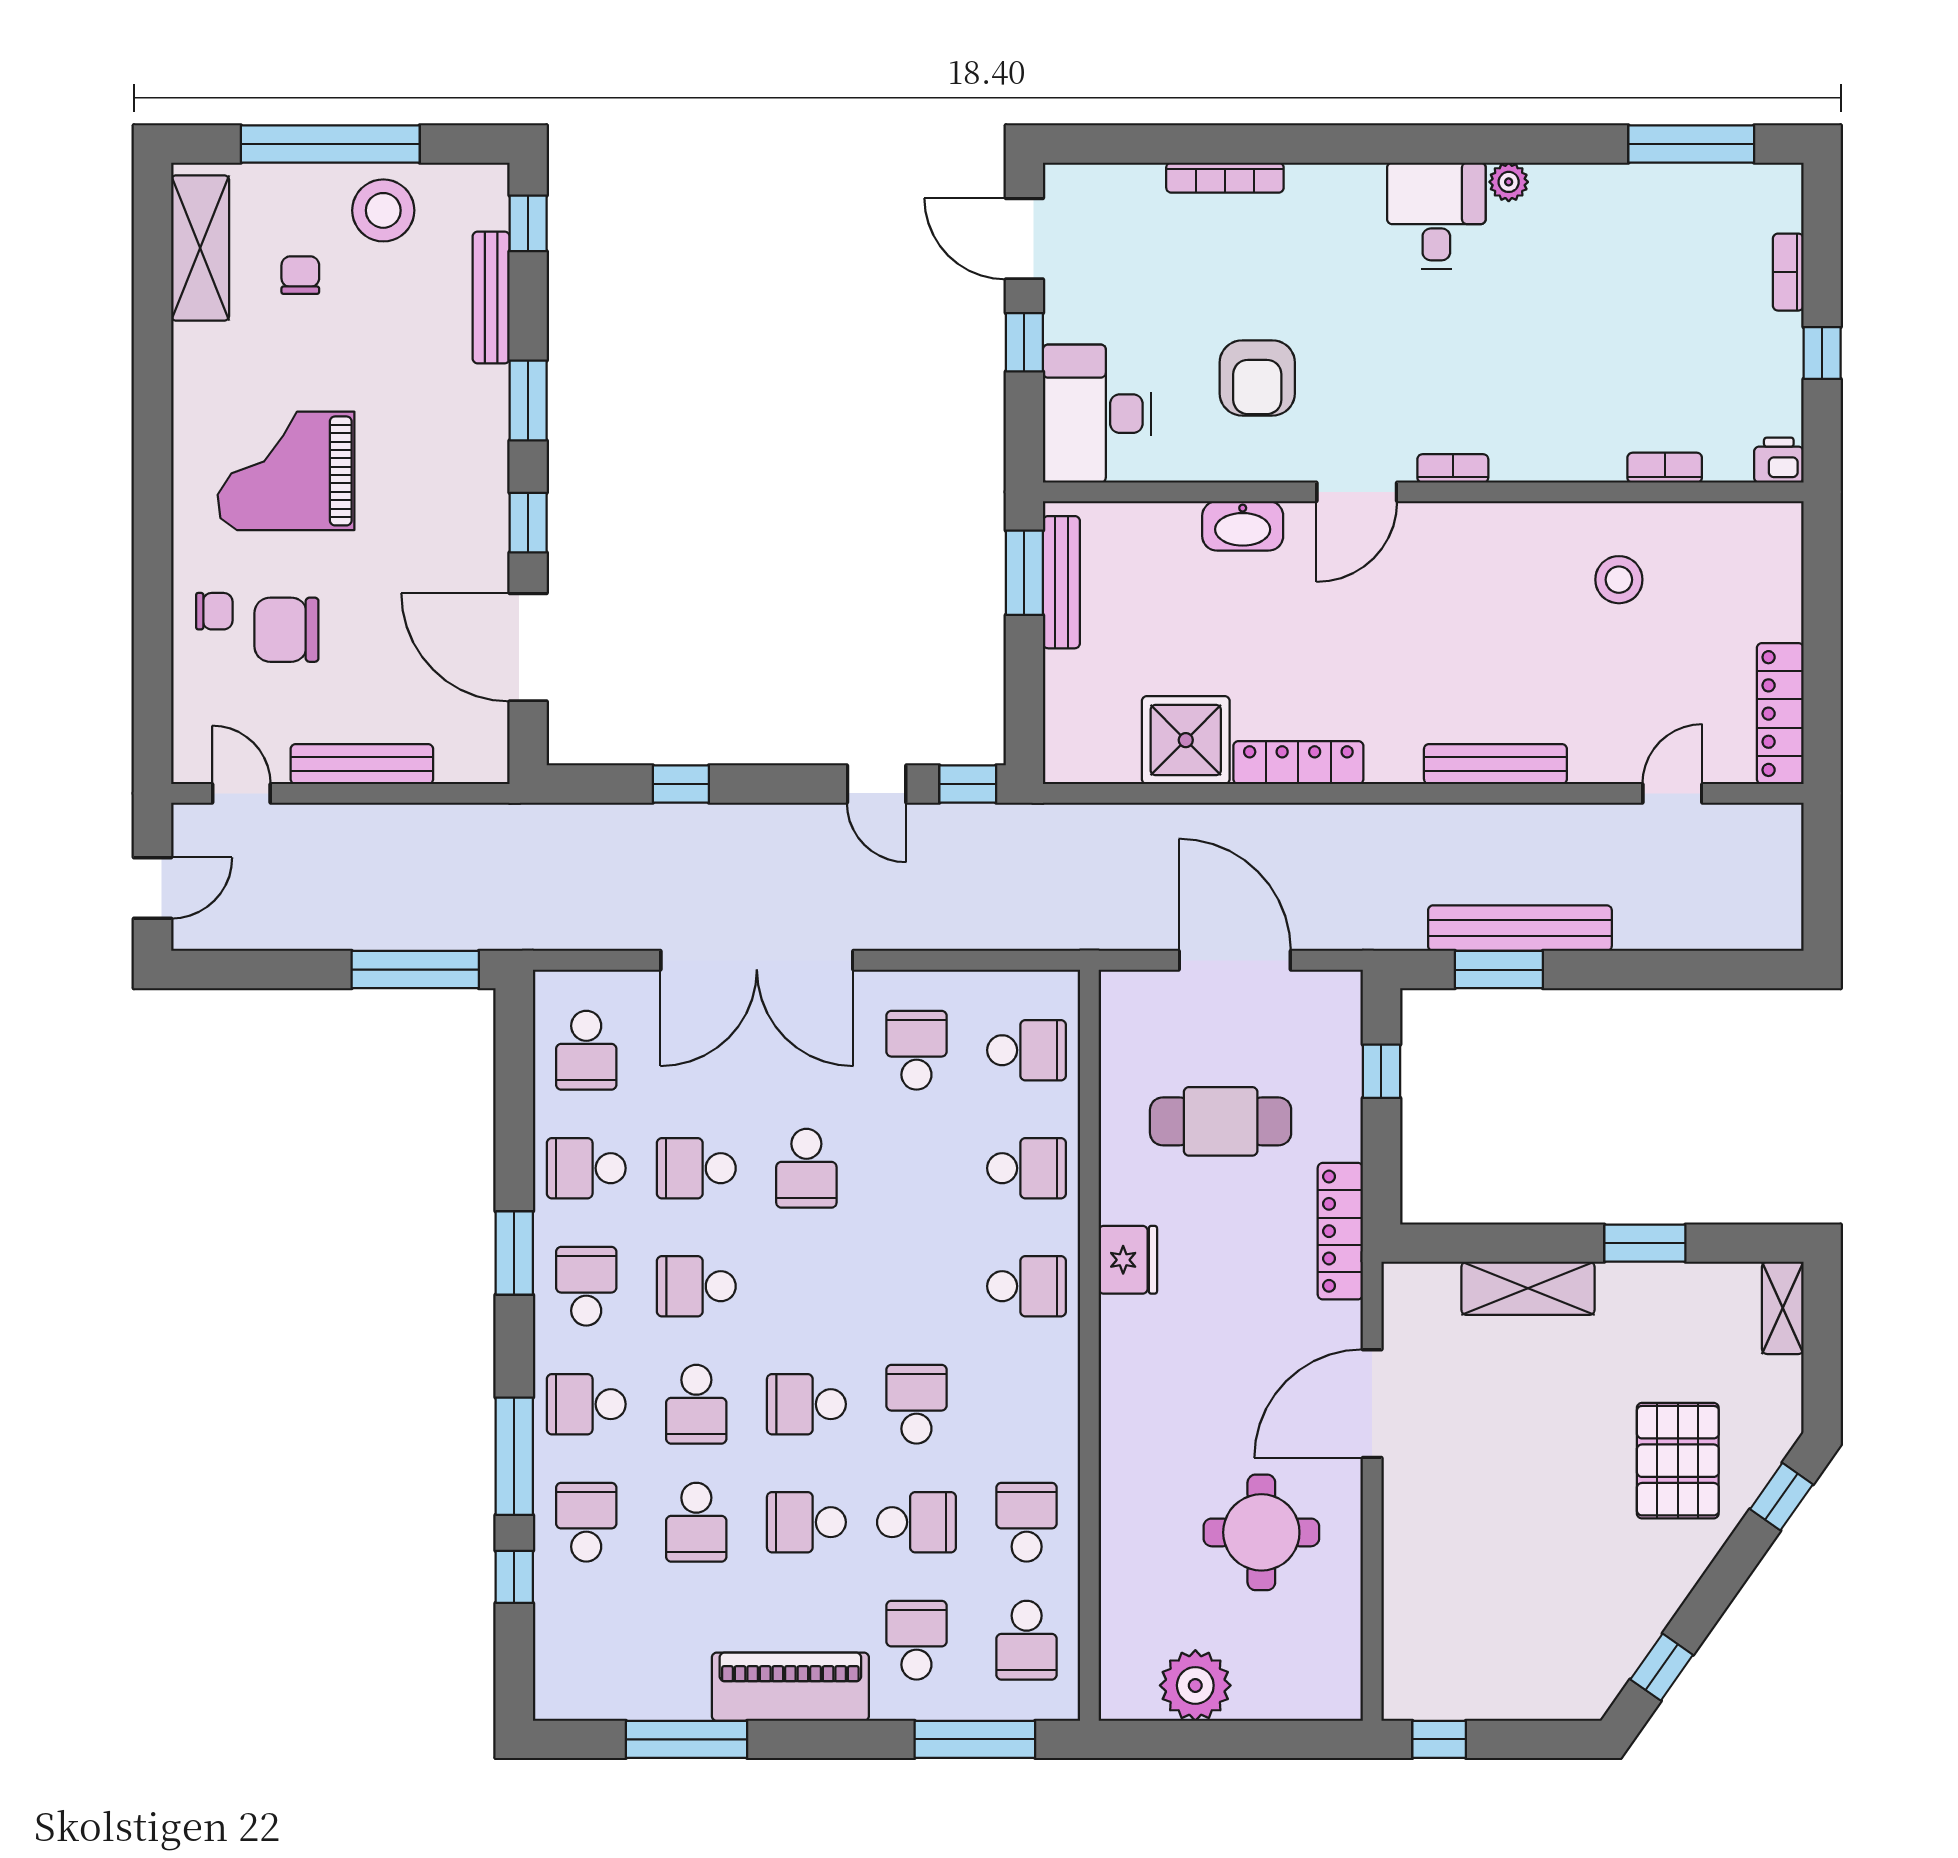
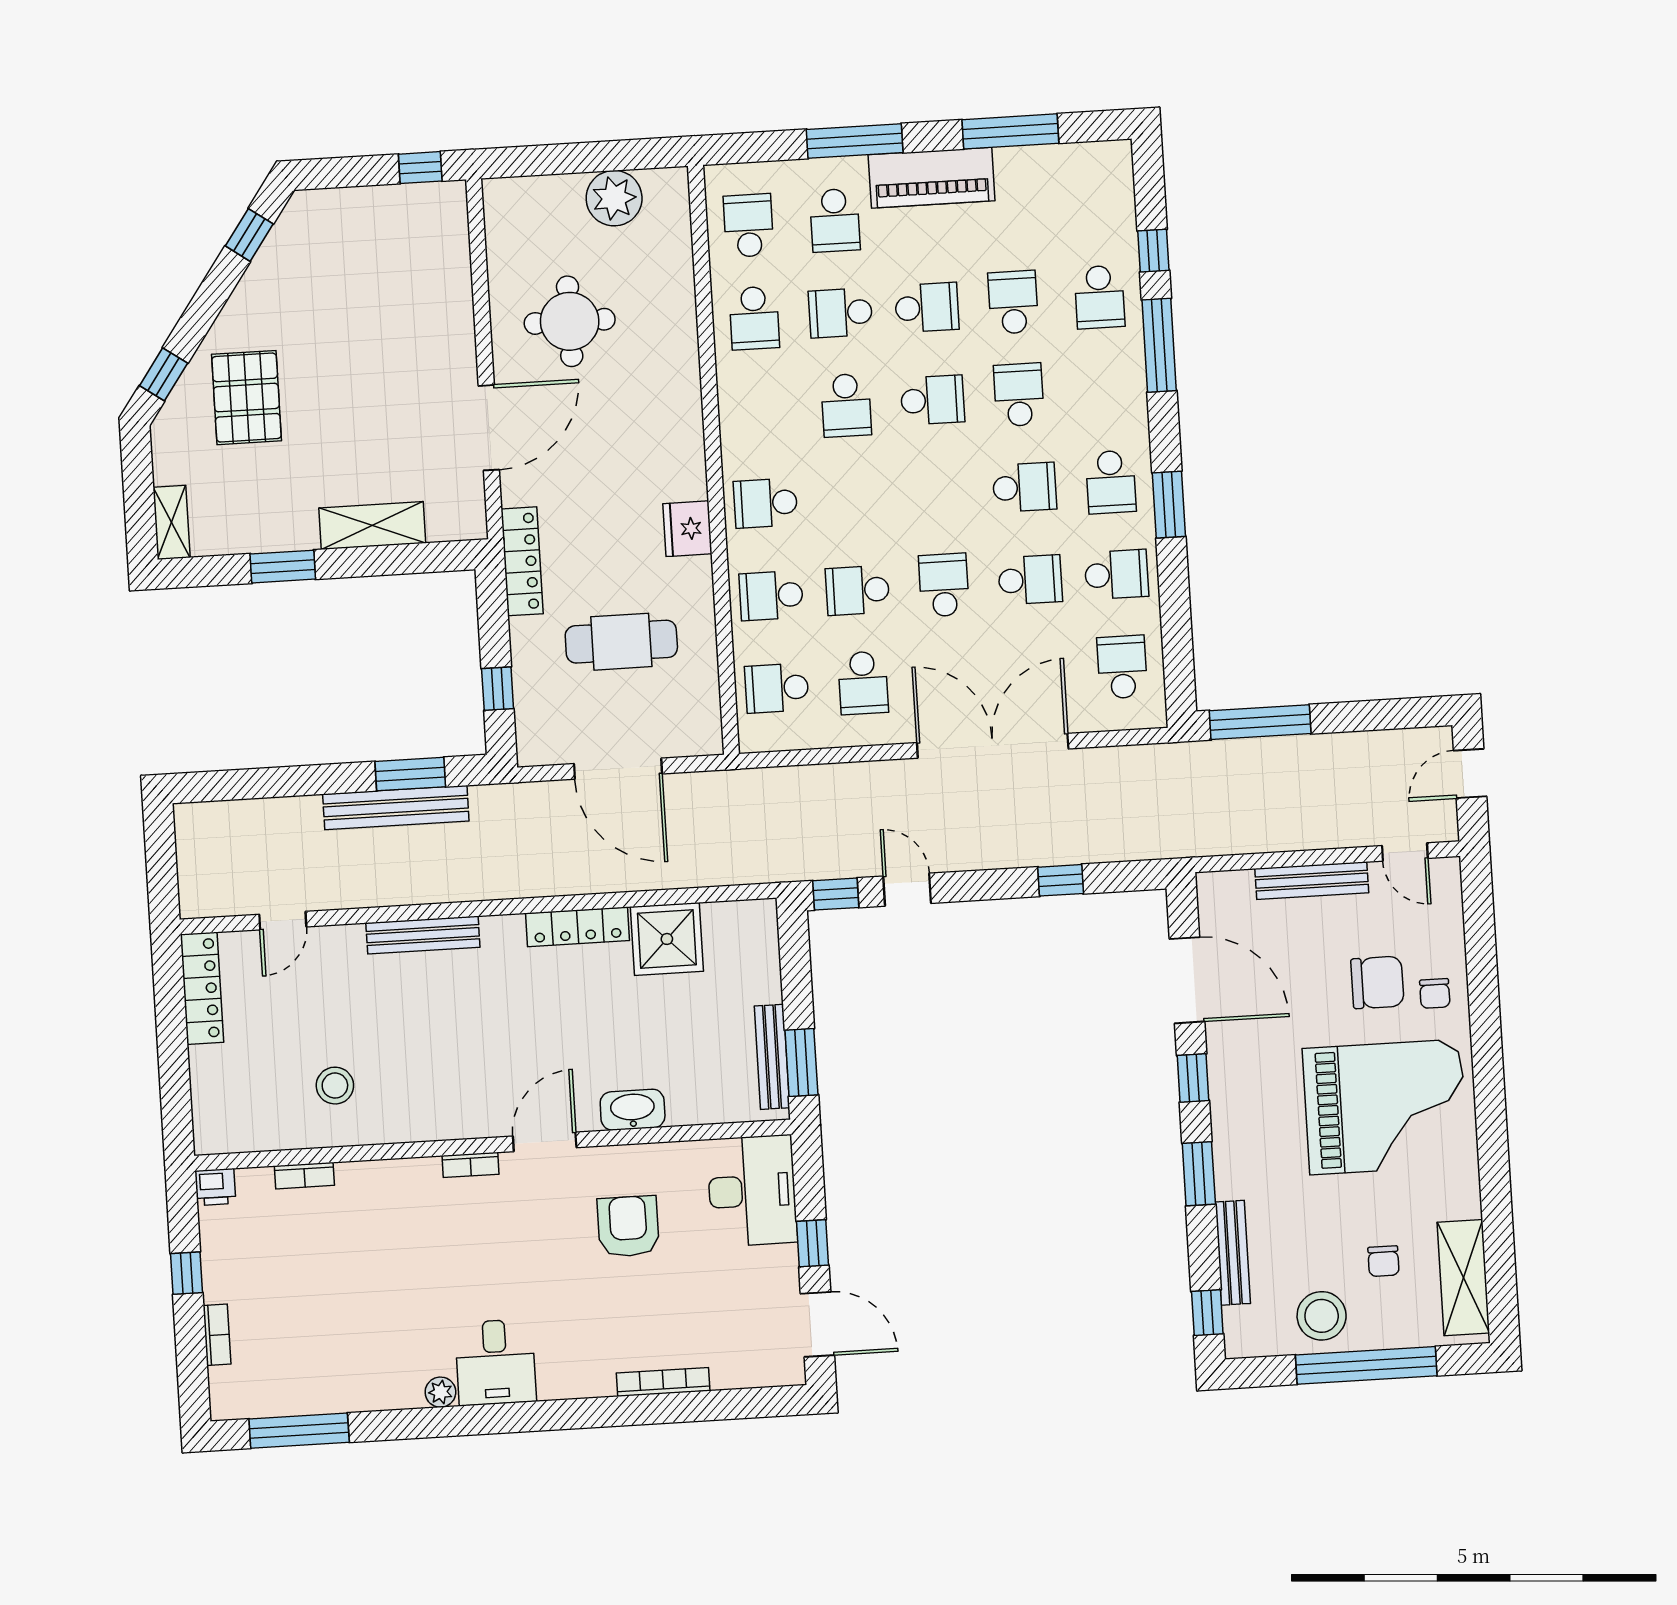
grand piano: (286, 471) -> (1385, 1107), width x1.37, depth x1.48
chair: (214, 611) -> (1435, 993), turned -90
school desk: (586, 1404) -> (858, 590), moved, turned 180
window: (975, 1739) -> (855, 141), moved

